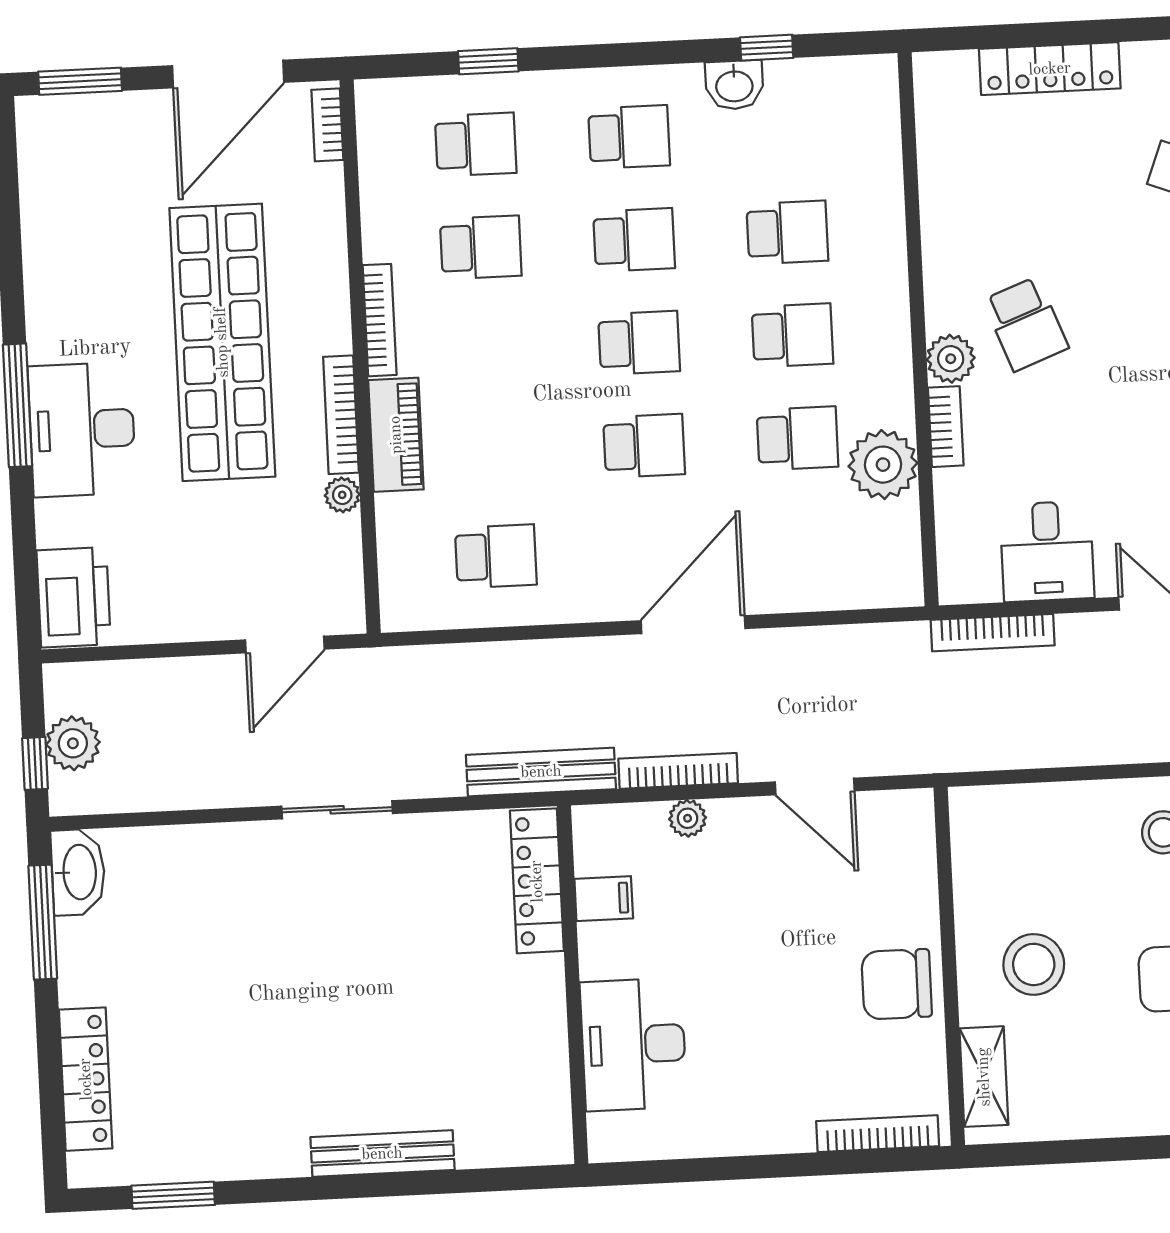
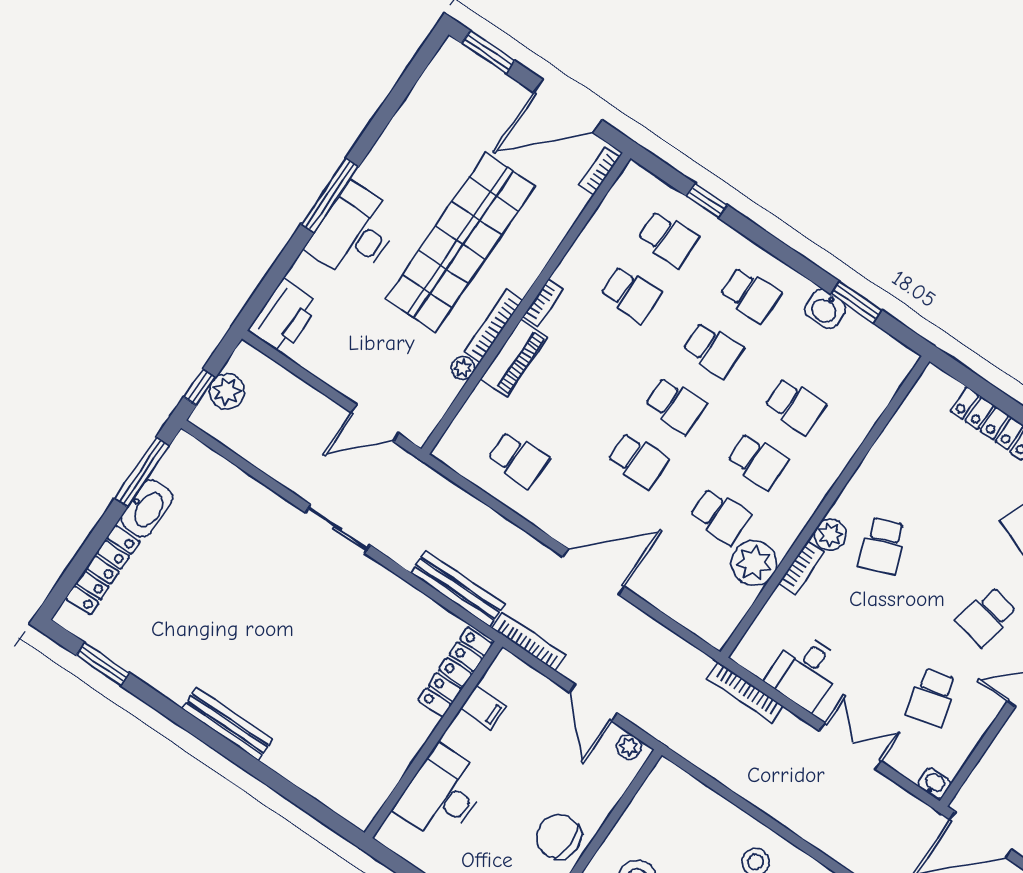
window: (767, 48) -> (856, 302), width x1.50
bookcase: (380, 320) -> (543, 303), width x0.64
plant: (688, 818) -> (629, 747), moved
washbasin: (78, 872) -> (147, 508), moved
locker: (537, 881) -> (455, 672), moved
filing cabinet: (604, 899) -> (483, 707), moved
wall: (573, 985) -> (433, 740), moved
desk: (633, 1044) -> (442, 794), moved

